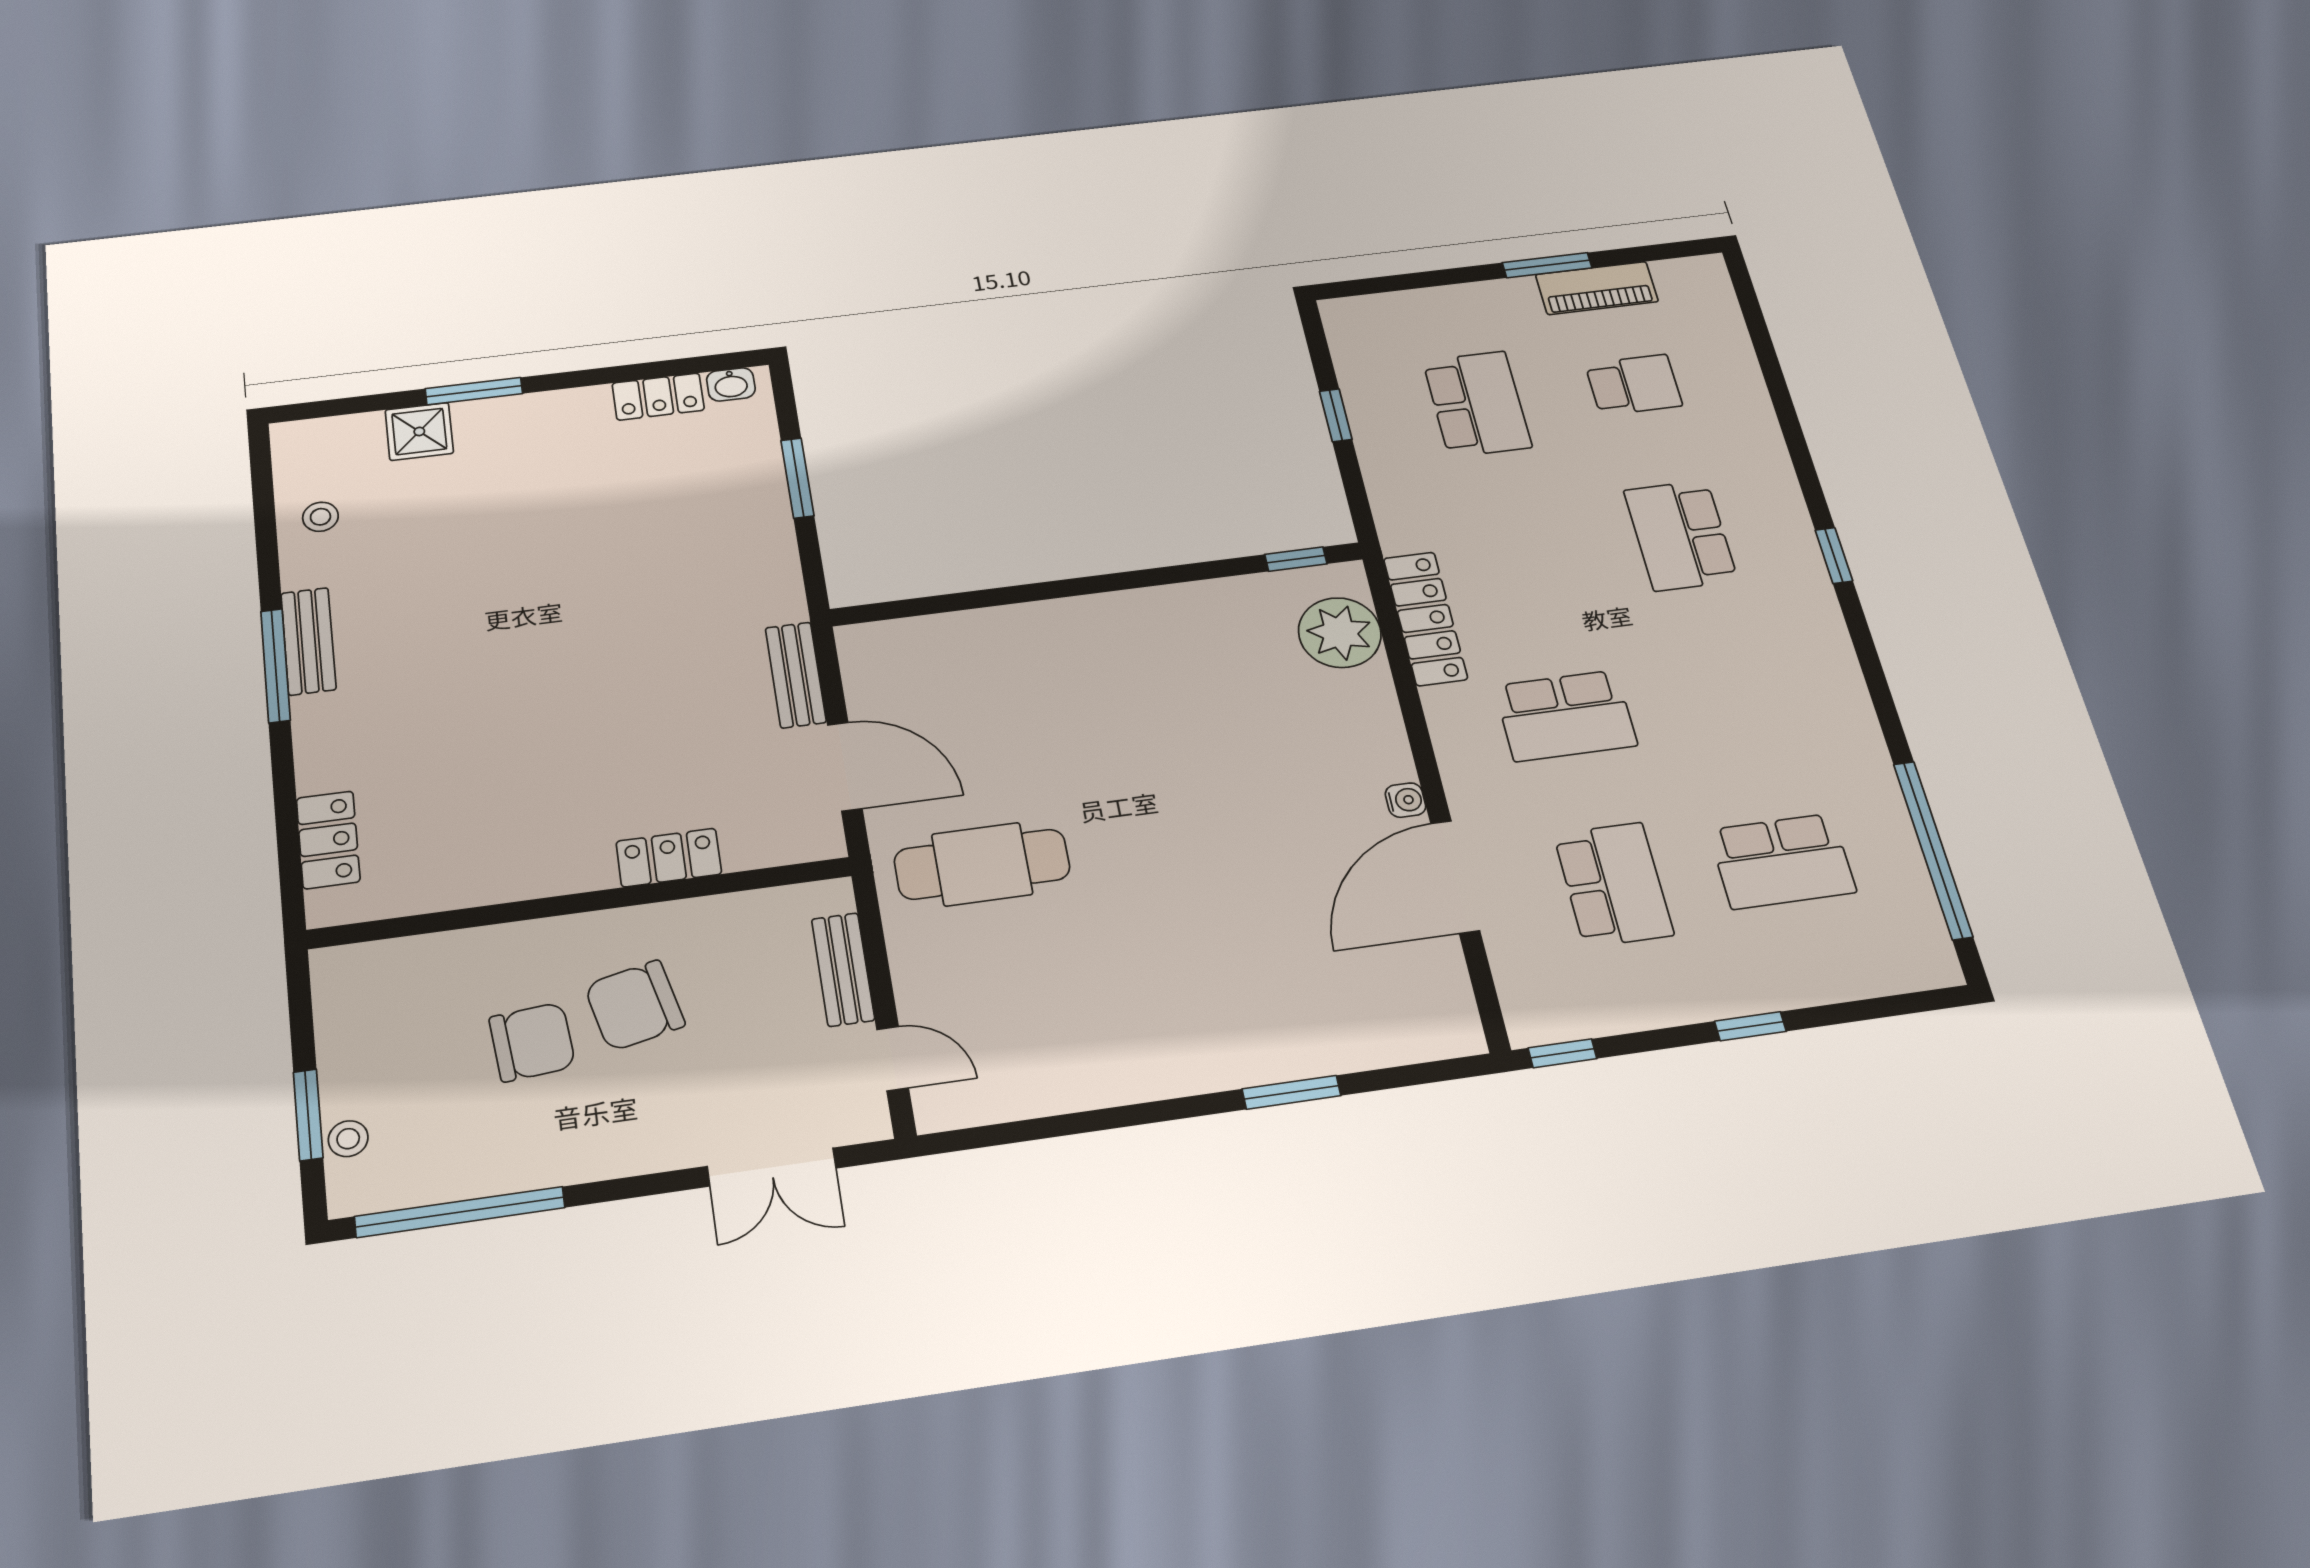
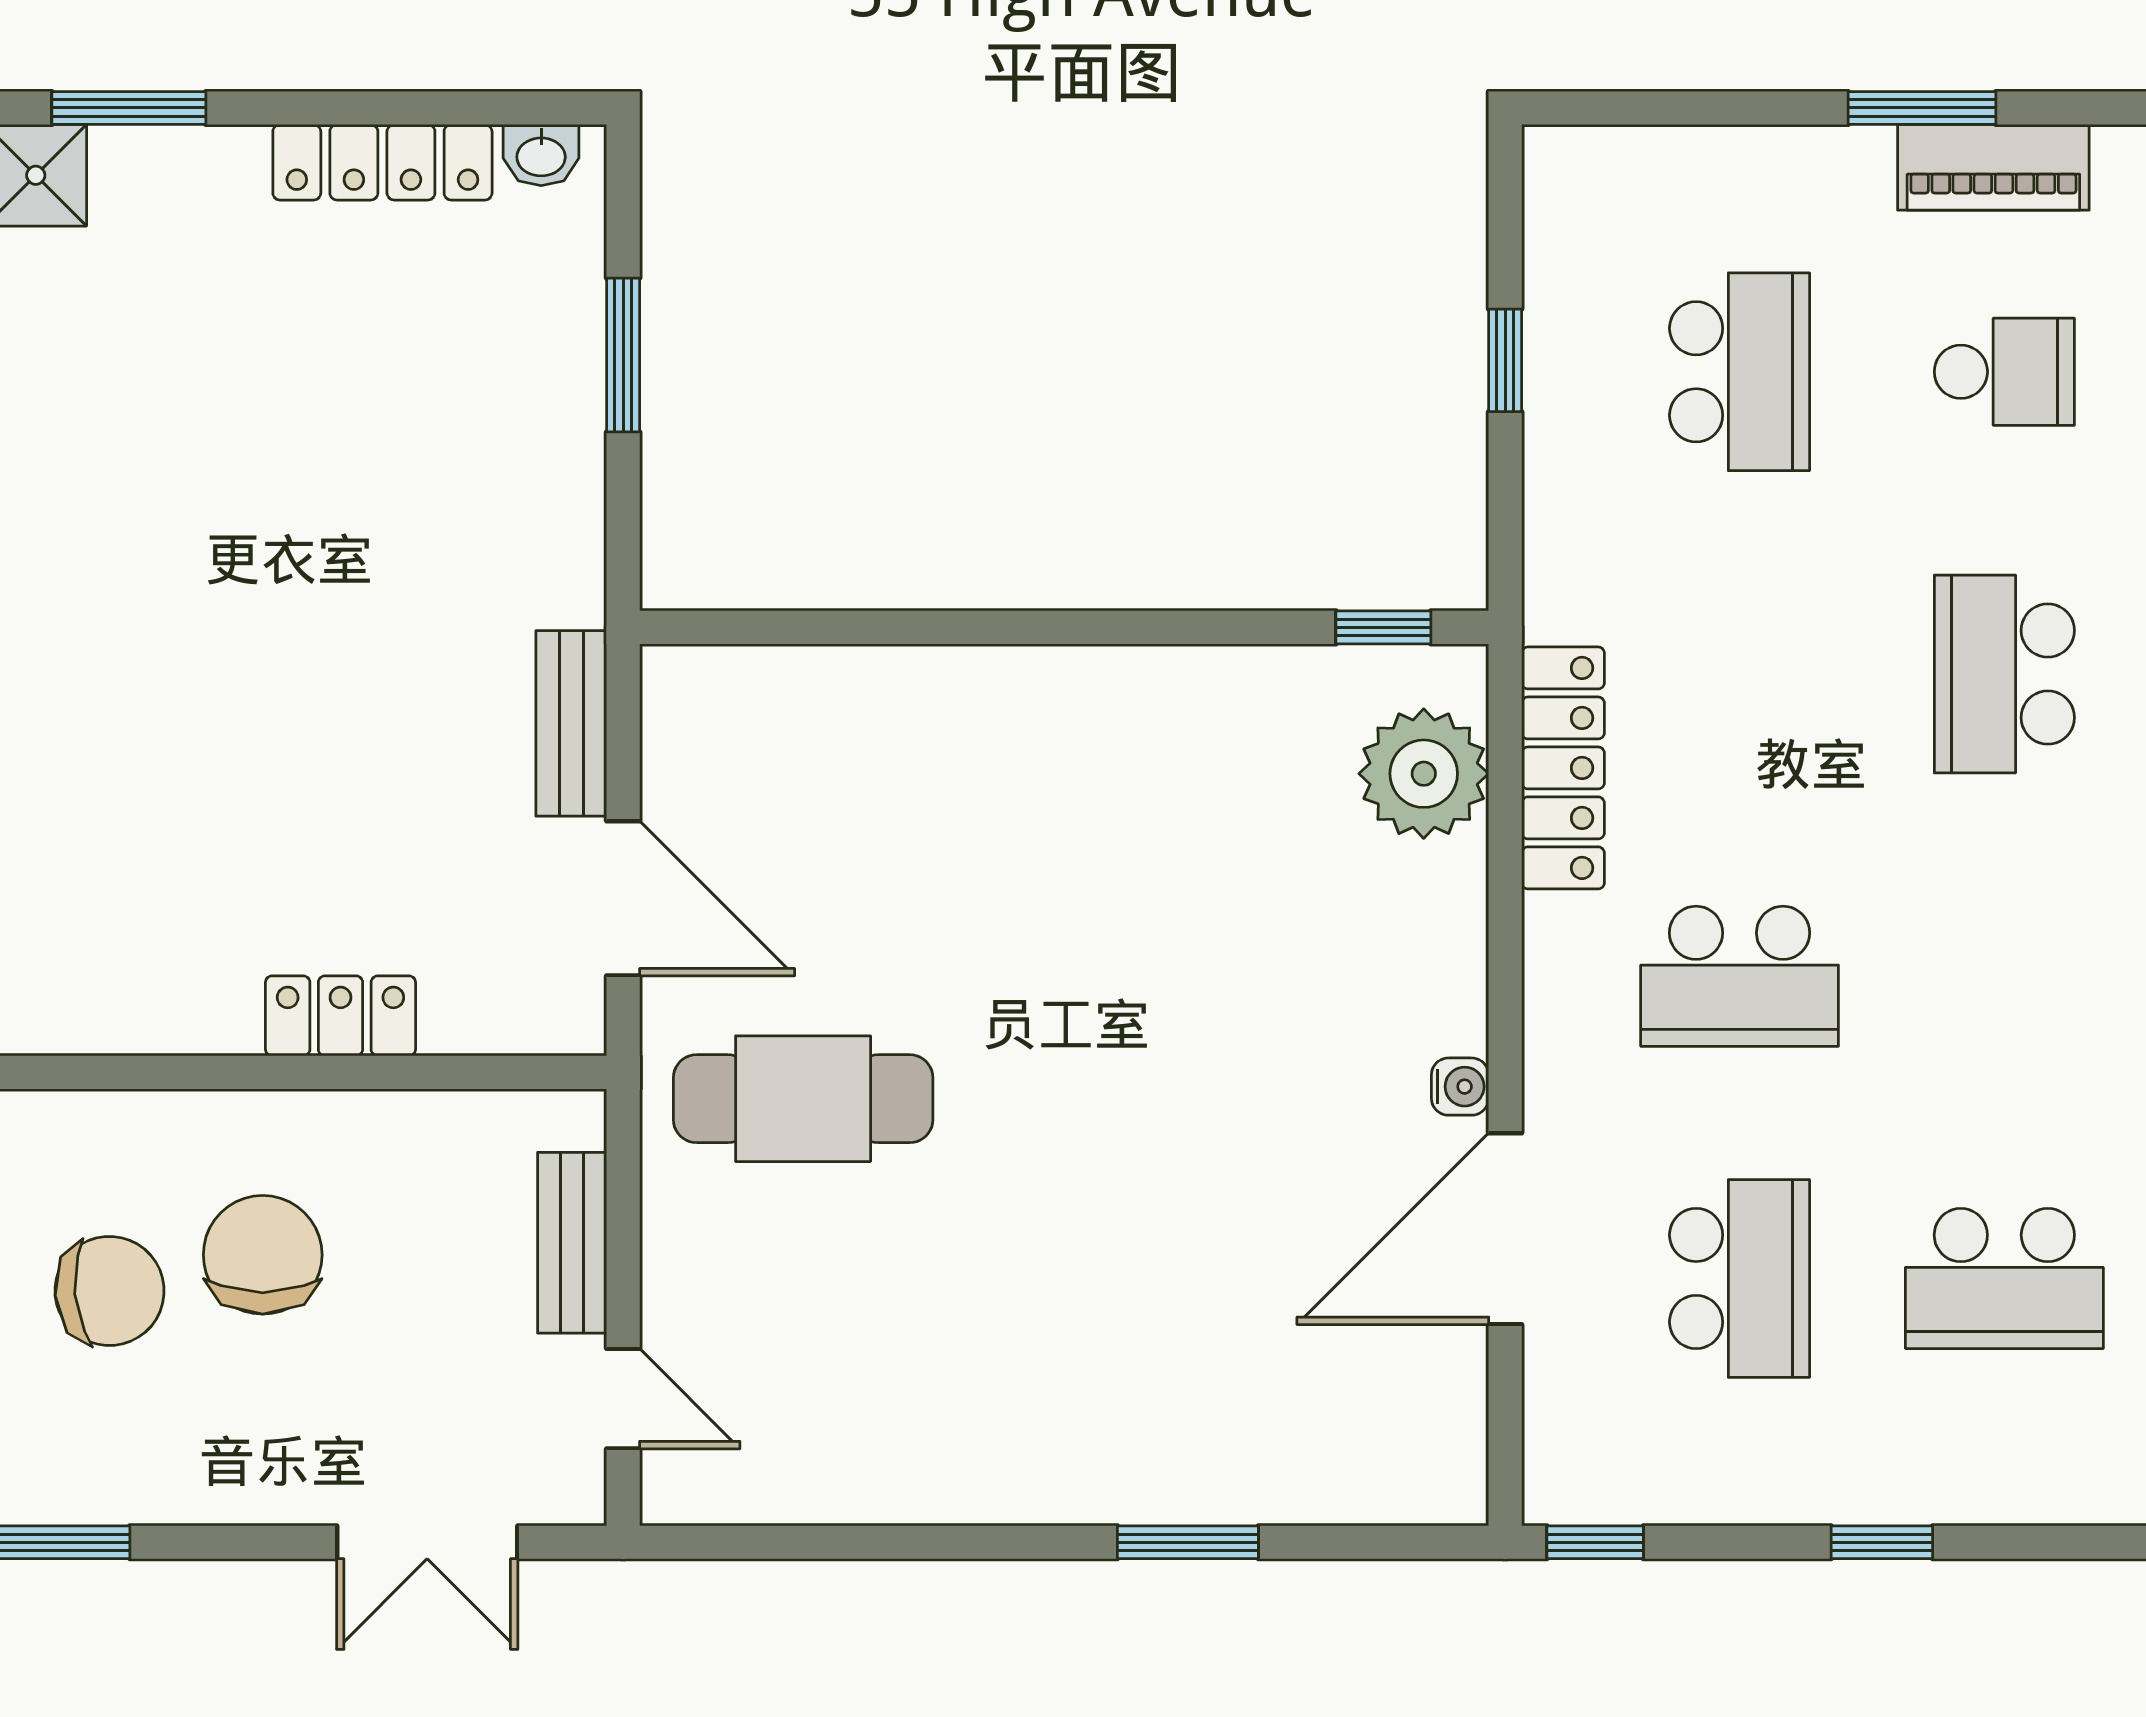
locker: (658, 397) -> (382, 162), width x1.53
chair: (635, 1005) -> (263, 1255), turned 103

